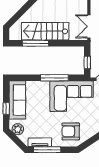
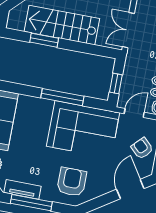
window: (36, 43) -> (44, 40), width x0.69
armchair: (71, 131) -> (72, 182), turned 90

